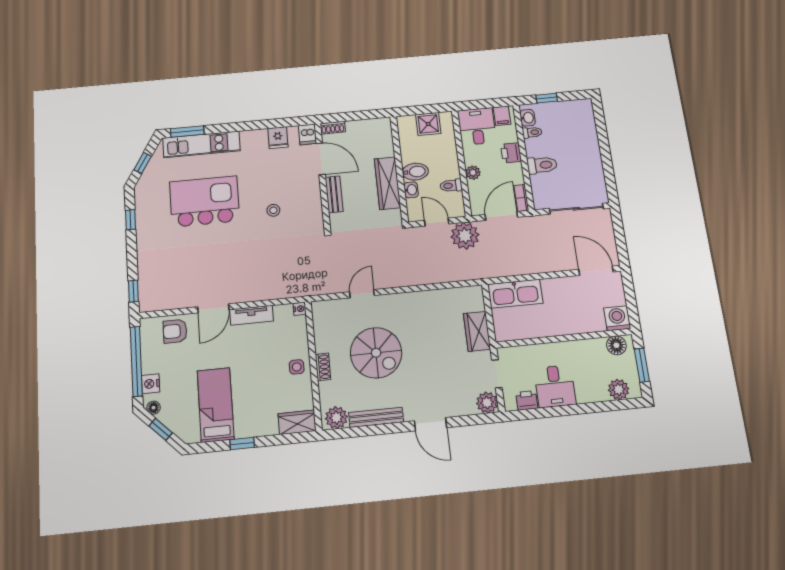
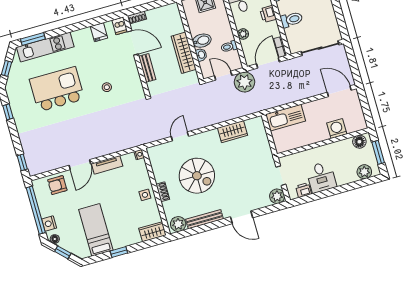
washing machine: (617, 318) -> (337, 129), moved
wardrobe: (477, 331) -> (233, 132), moved, turned -90

